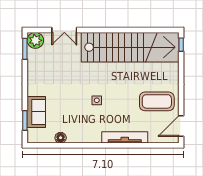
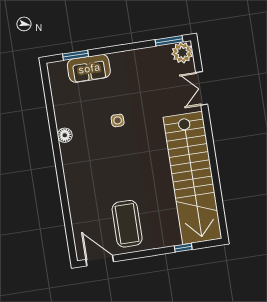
window: (181, 45) -> (183, 248), moved
side table: (97, 100) -> (118, 120), moved
tv unit: (125, 137) -> (74, 189), removed
floor lamp: (61, 138) -> (65, 135), moved

